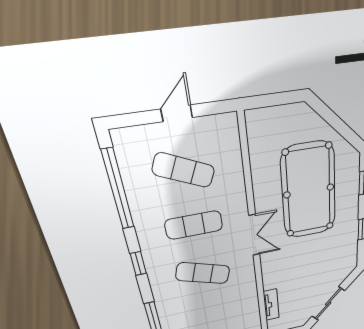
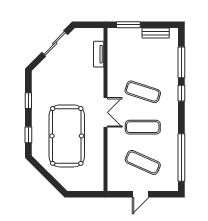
double door: (254, 235) -> (105, 112), swing flipped
window: (138, 263) -> (181, 93), moved

